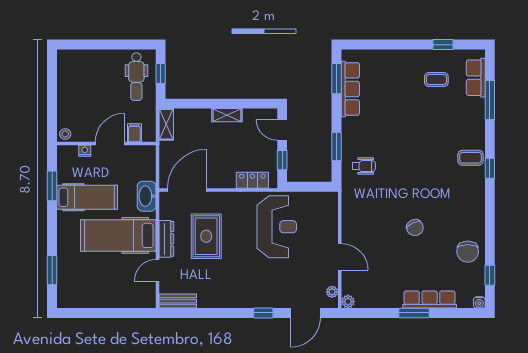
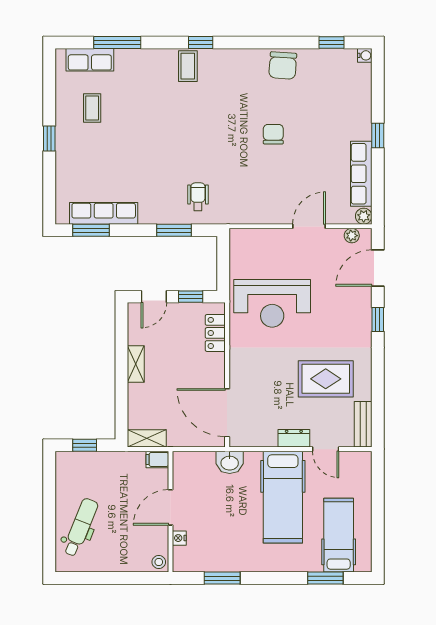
window: (443, 45) -> (49, 138), moved
dental chair: (136, 77) -> (81, 527), moved, turned -68
filing cabinet: (134, 133) -> (157, 459), moved
door: (110, 144) -> (170, 507), hinge flipped
washbasin: (147, 196) -> (230, 462), width x0.72
hospital bed: (87, 197) -> (339, 535), moved
reception desk: (277, 227) -> (272, 303), turned 180
chair: (415, 228) -> (273, 134), turned -63
rug: (206, 236) -> (326, 379), moved
dresser: (166, 239) -> (294, 438), width x0.70
chair: (468, 252) -> (283, 66), moved, turned 94
row of seats: (430, 300) -> (361, 174), moved
door: (306, 313) -> (378, 268), swing flipped
window: (414, 313) -> (378, 135), width x0.67

